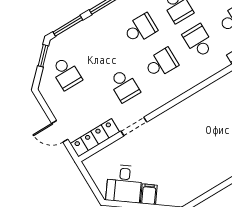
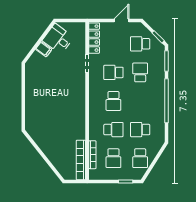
school desk: (140, 29) -> (140, 72), moved, turned 180
door: (60, 131) -> (122, 20), moved

